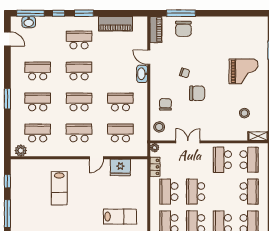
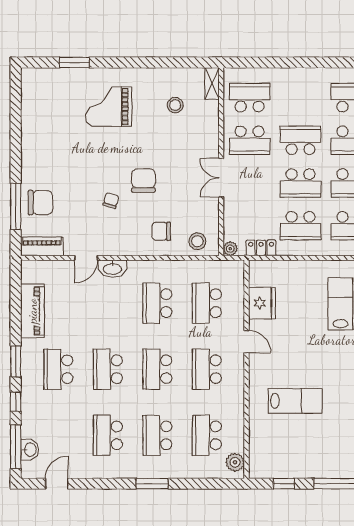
grand piano: (244, 71) -> (109, 107), turned -90
double door: (188, 142) -> (221, 178), moved
school desk: (249, 192) -> (300, 140), moved

